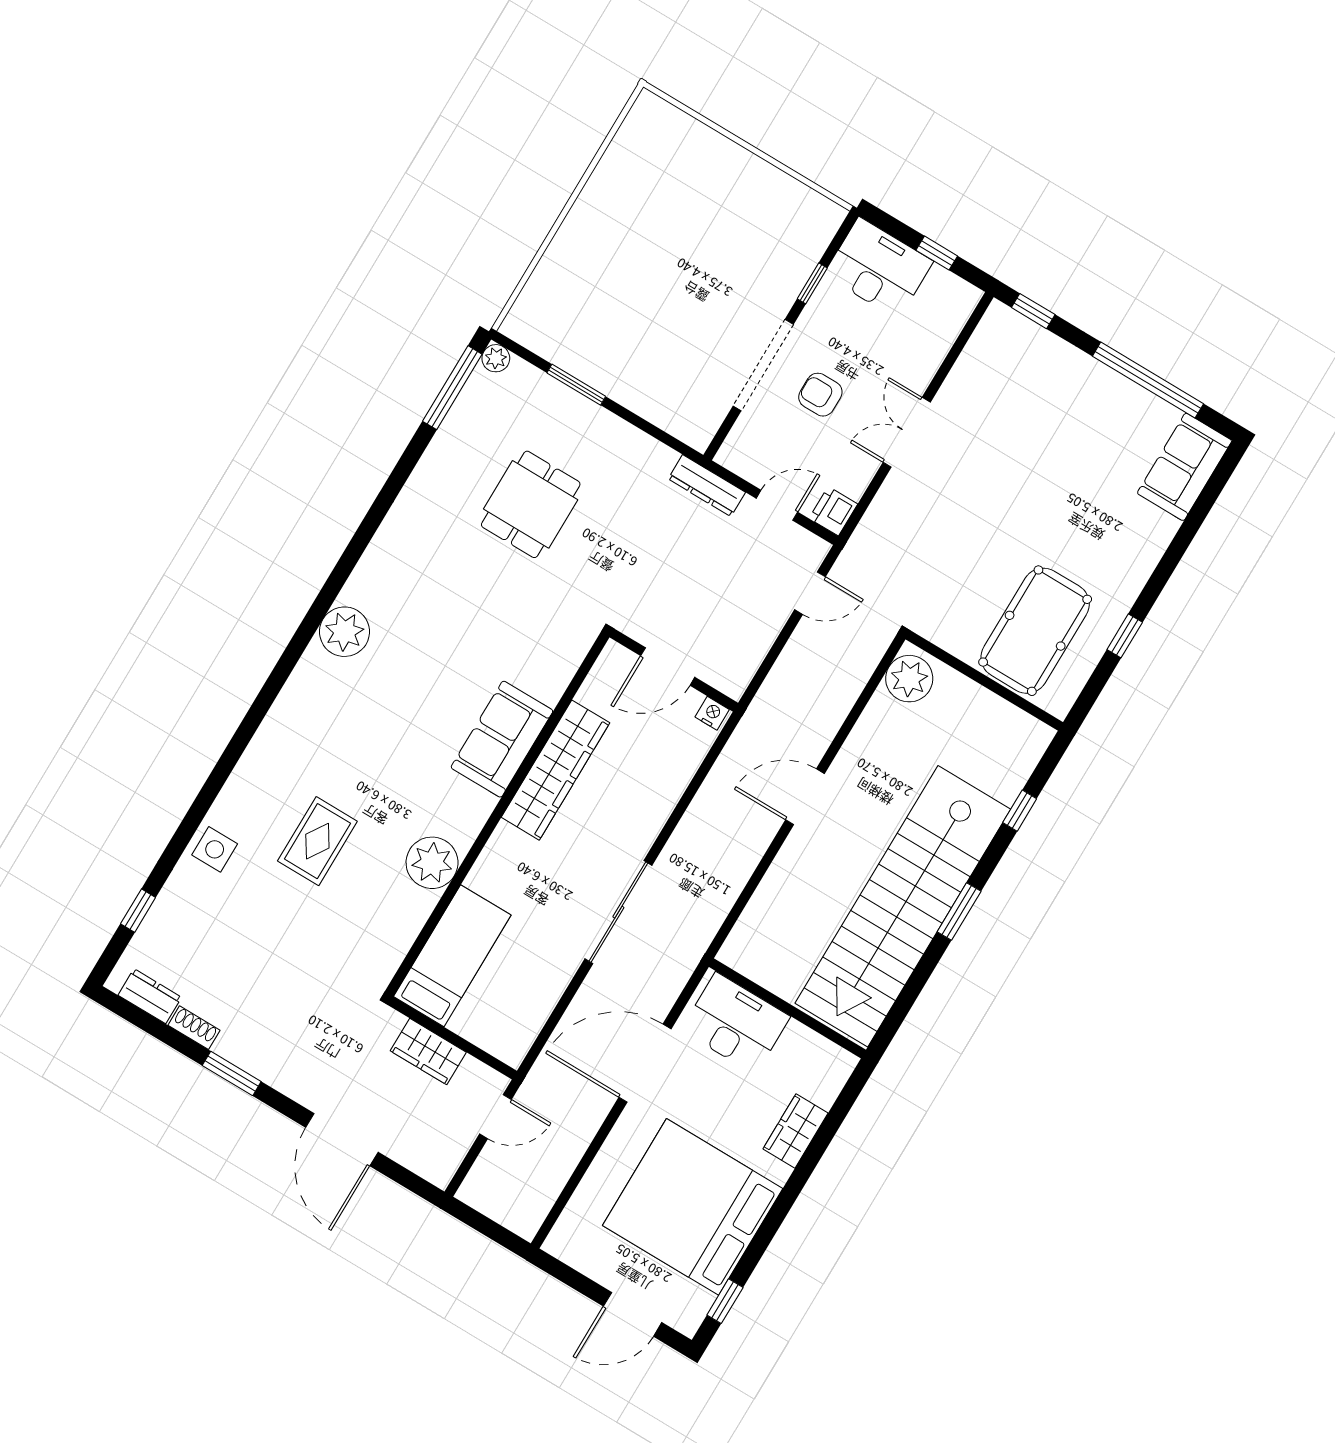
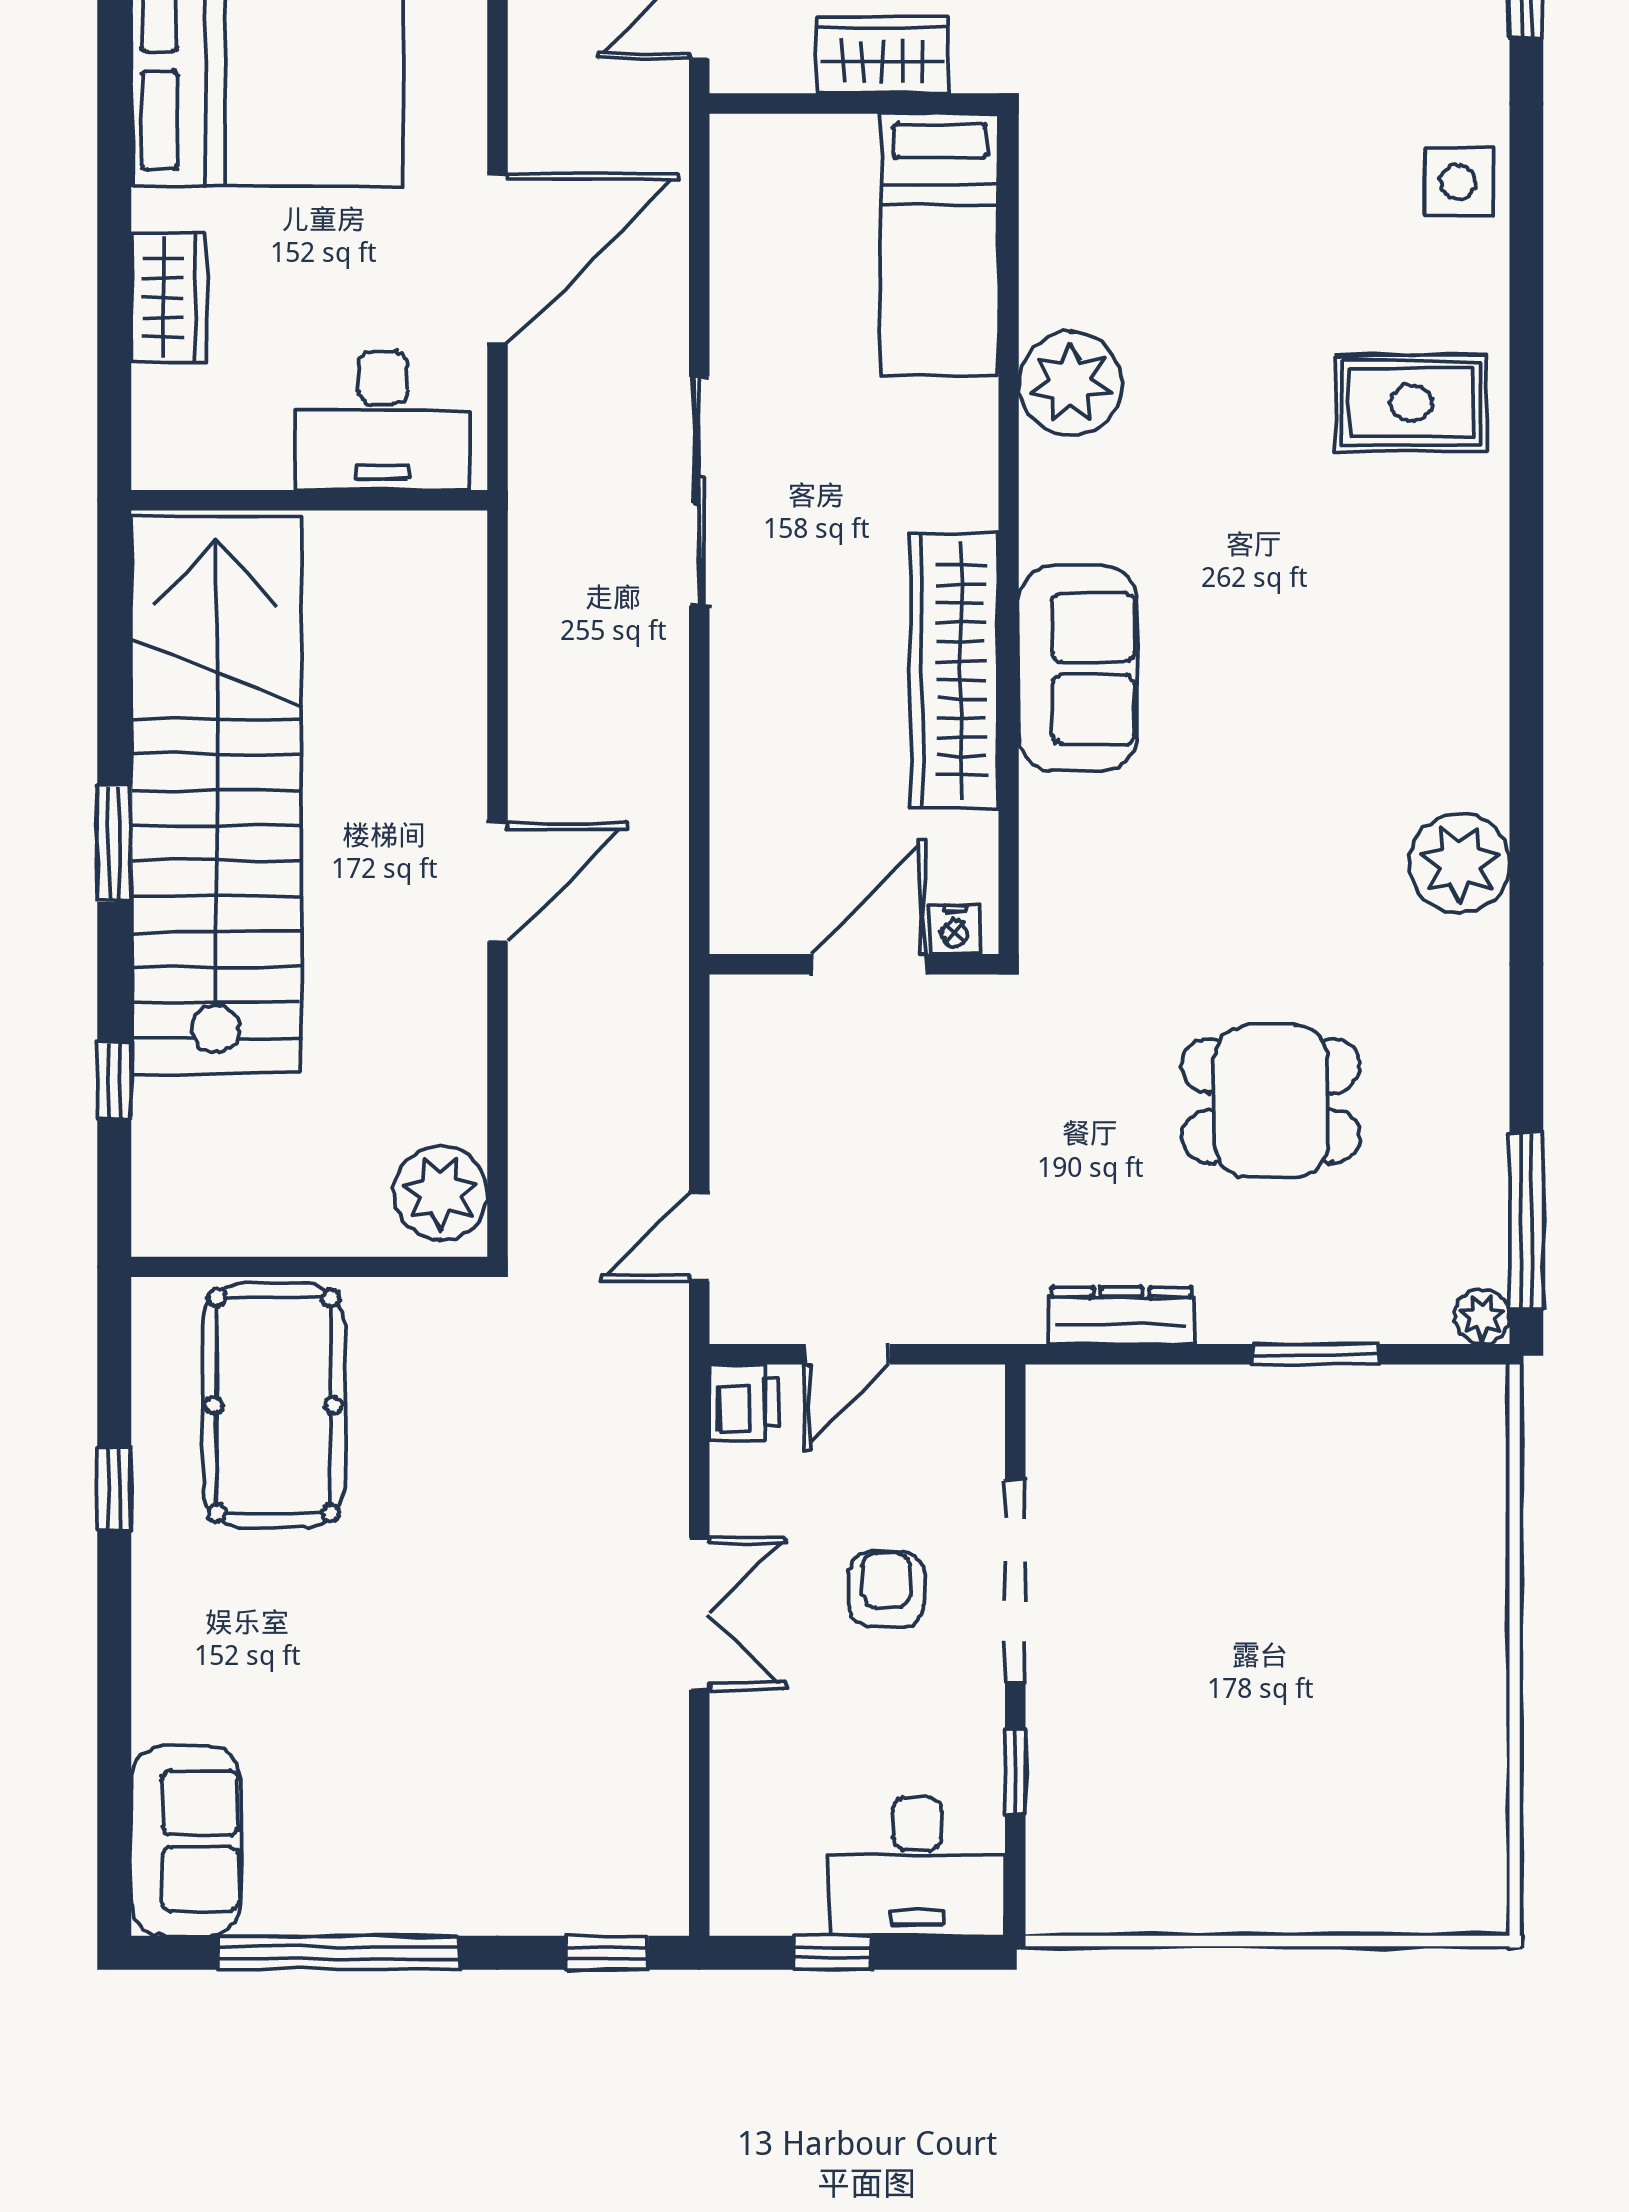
armchair: (820, 395) -> (886, 1589), turned -90
dresser: (707, 486) -> (1121, 1315), moved
dining table: (531, 504) -> (1271, 1101), turned 90
plant: (344, 632) -> (1460, 863), moved
nightstand: (712, 713) -> (955, 930), moved
rug: (317, 841) -> (1411, 403), moved, turned 90

